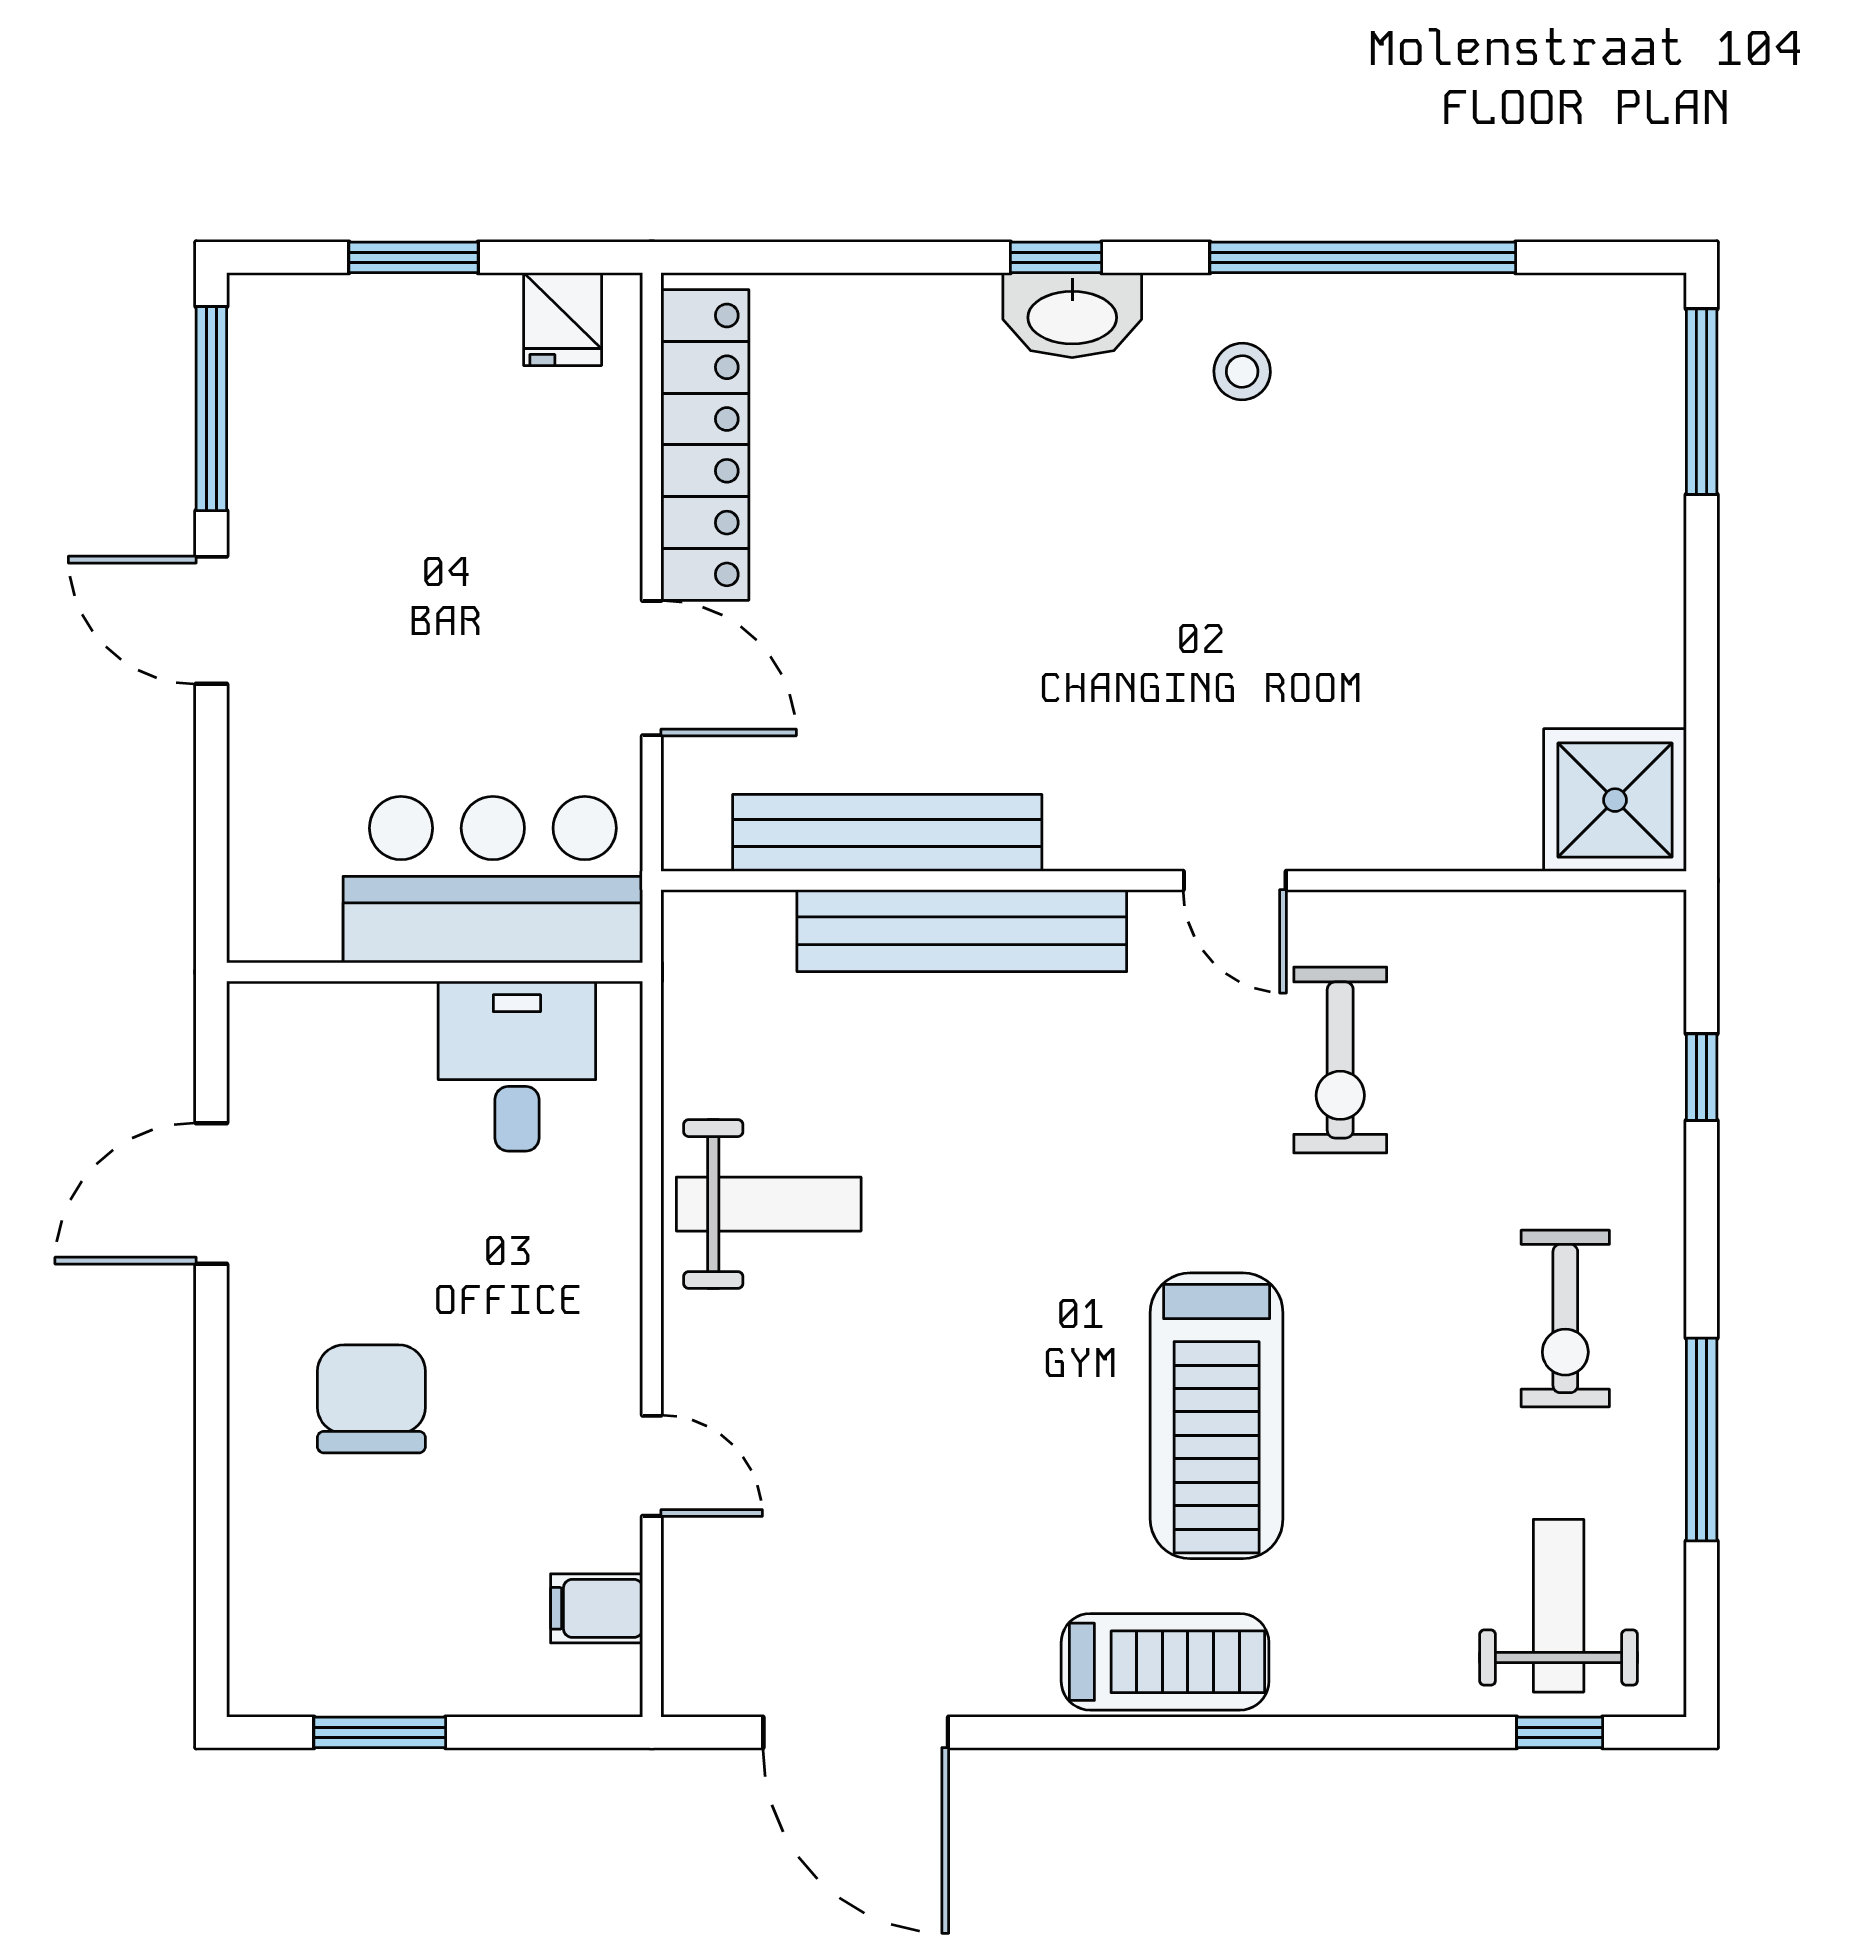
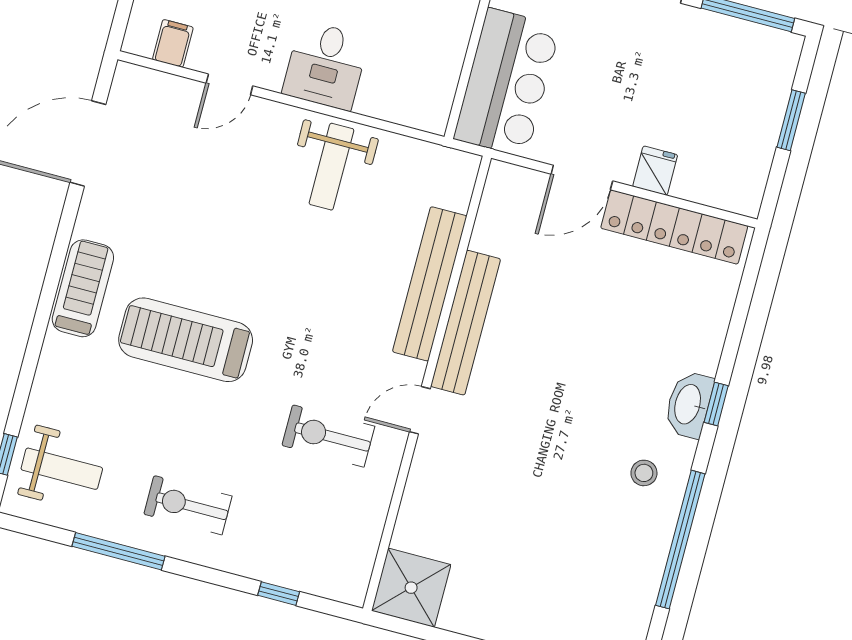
fridge: (563, 319) -> (655, 171), moved, turned 90
bench: (887, 833) -> (466, 323), moved
desk: (517, 1066) -> (326, 65), moved, turned 90
treadmill: (1165, 1662) -> (83, 288), turned 180

